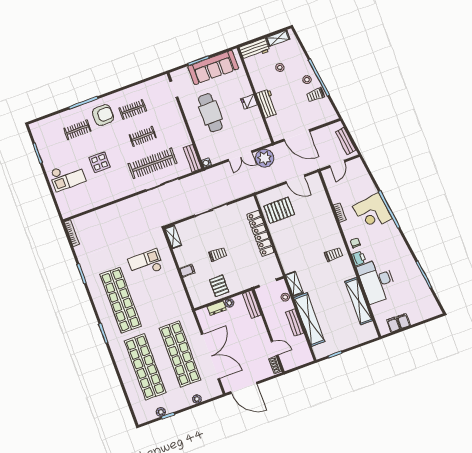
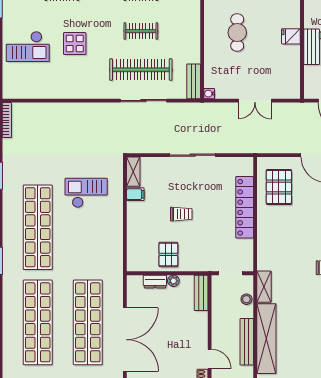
cafe table: (210, 113) -> (237, 33), width x0.73, depth x0.74
plant: (265, 158) -> (285, 115), removed
pallet: (279, 210) -> (279, 187), turned 90
filing cabinet: (187, 271) -> (135, 194), moved
bench: (295, 322) -> (247, 342), width x1.36

